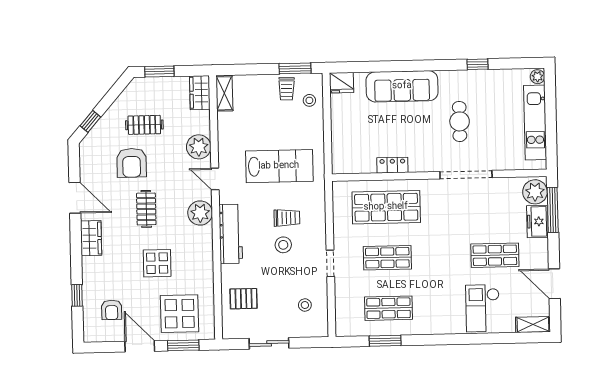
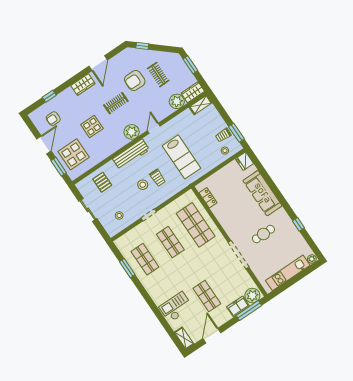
plant: (199, 147) -> (177, 101), moved
locker: (392, 165) -> (208, 198), moved

